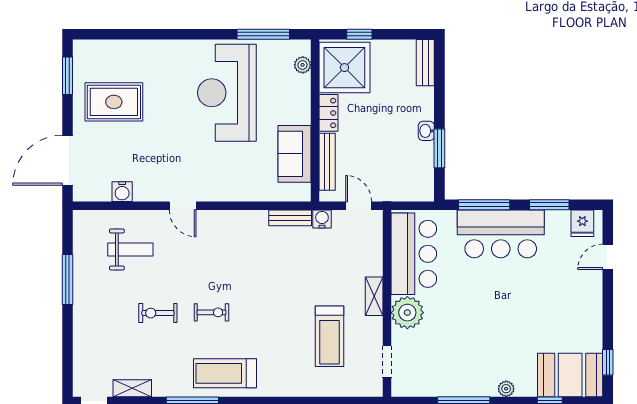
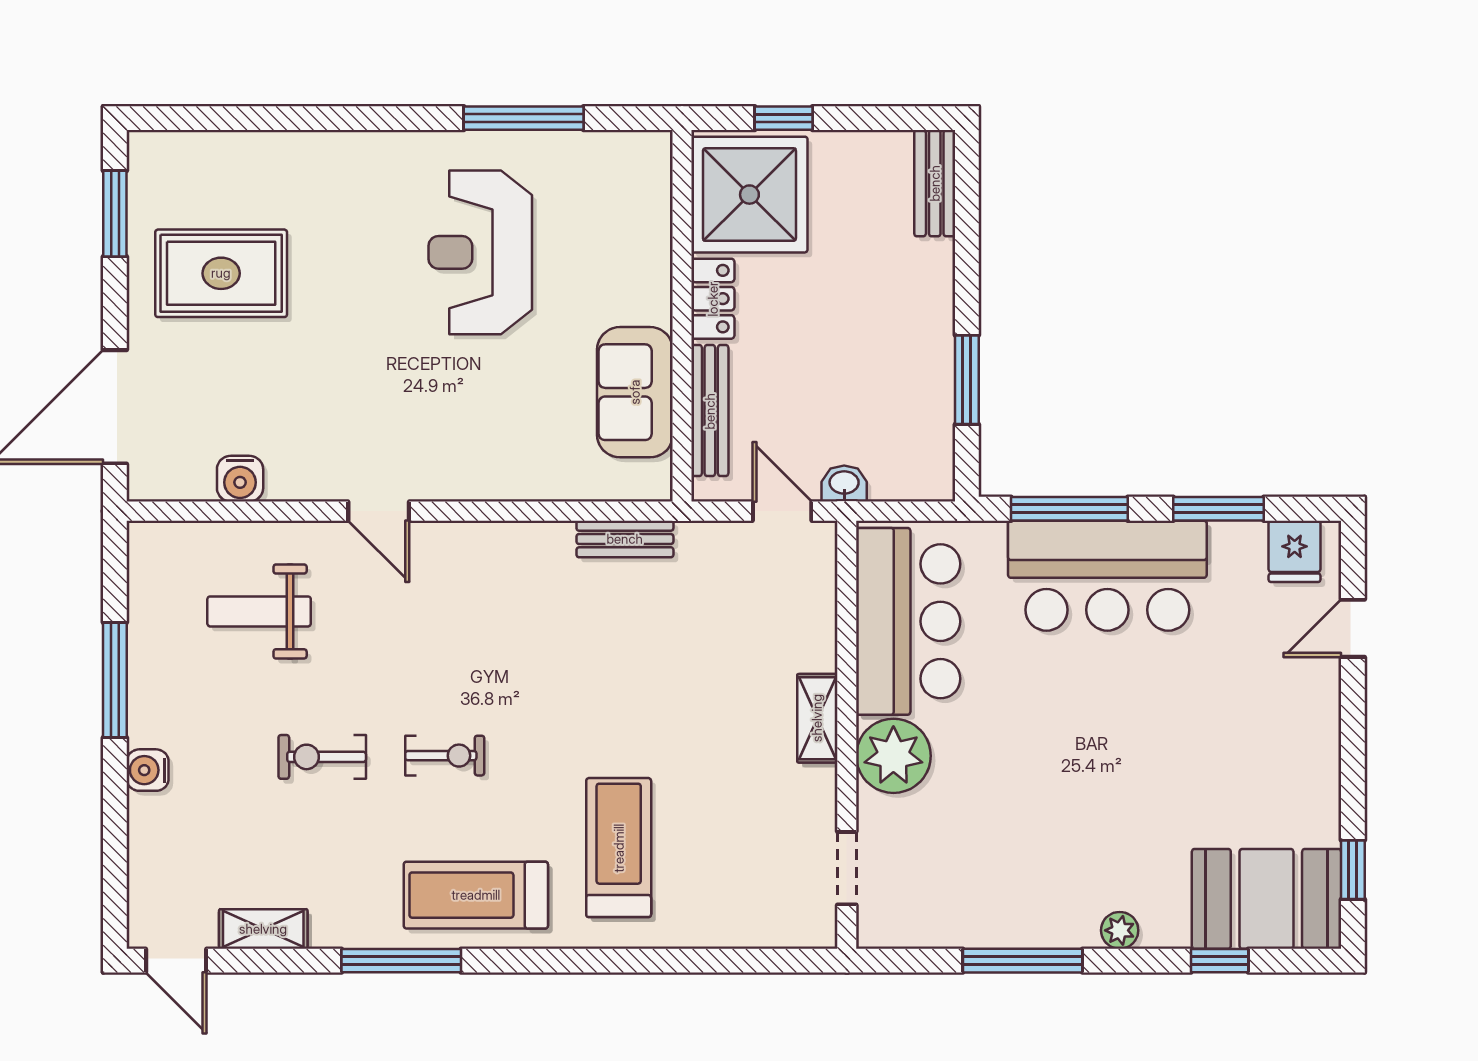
window: (263, 34) -> (524, 118), moved
plant: (303, 65) -> (653, 189), removed
reception desk: (227, 93) -> (480, 252), width x0.74, depth x0.77
washbasin: (426, 131) -> (844, 484), moved, turned 90
water cooler: (322, 219) -> (148, 770), moved, turned -90
weight bench: (130, 250) -> (259, 611), turned 180
treadmill: (329, 336) -> (619, 848), moved, turned 180

